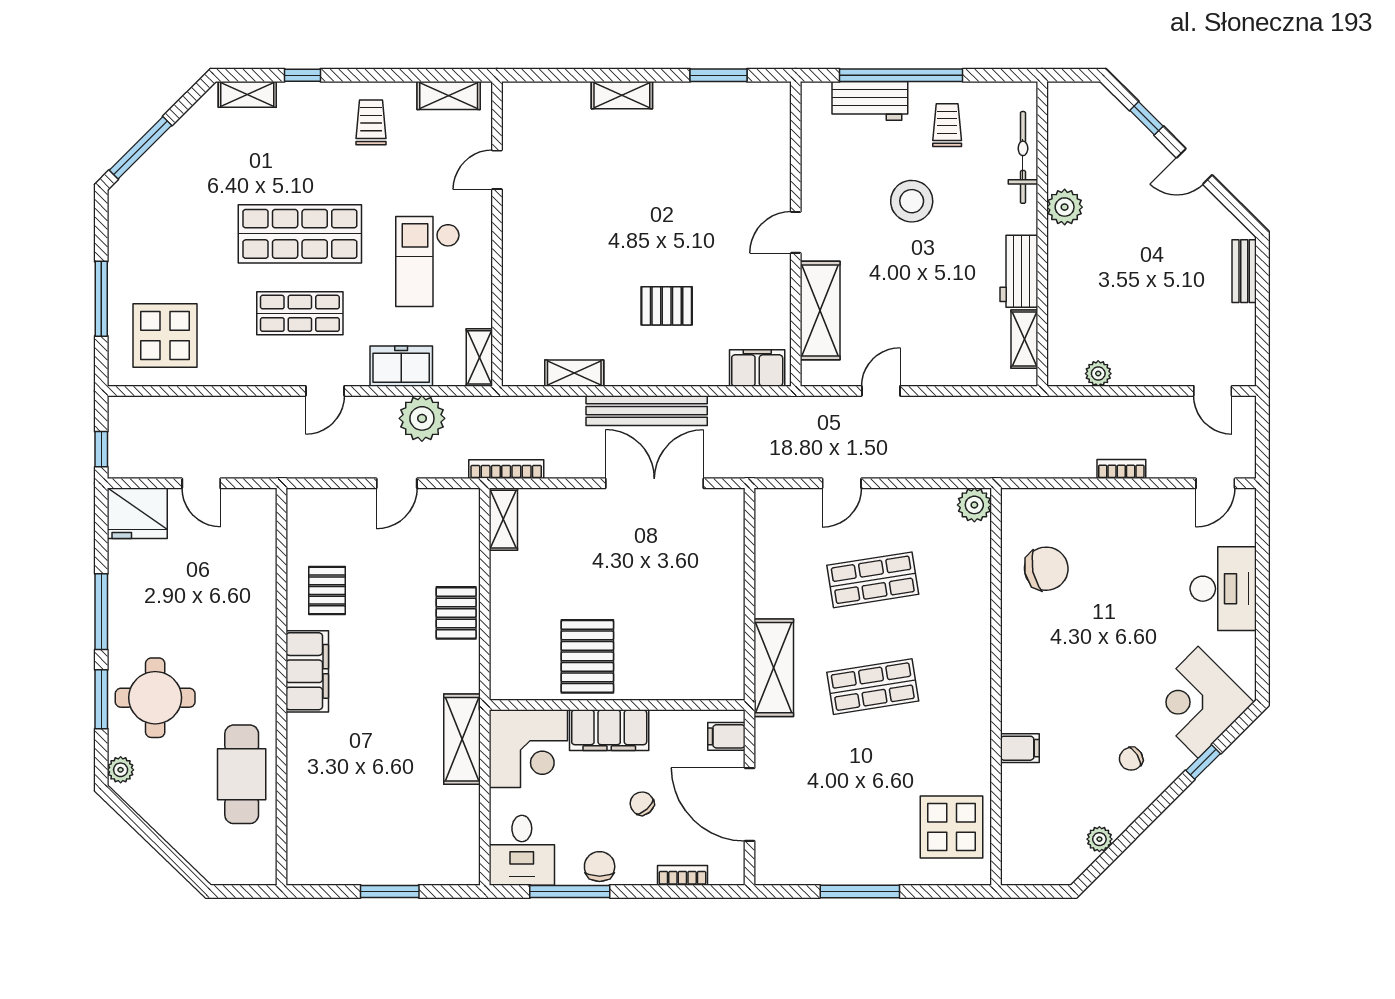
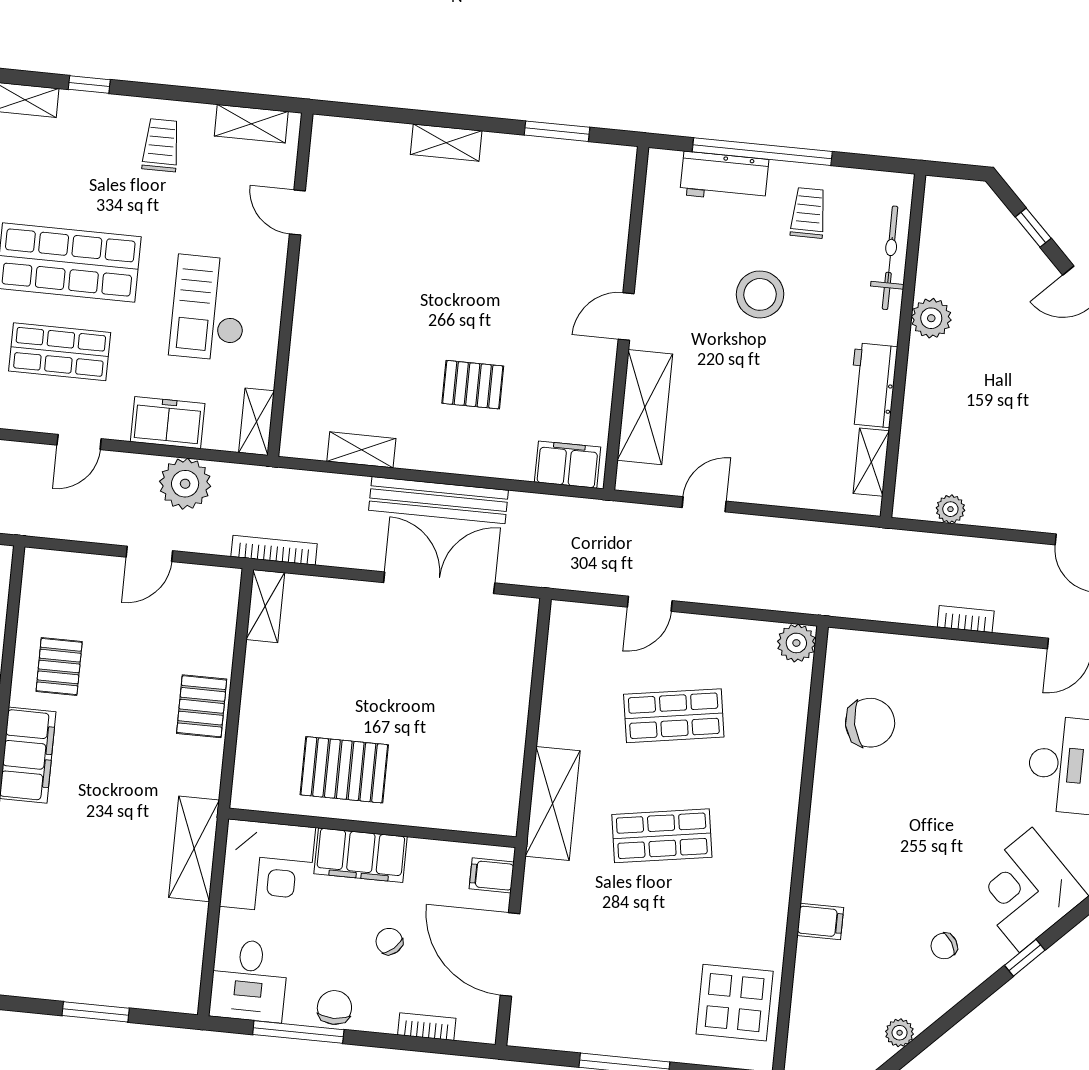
door: (497, 170) -> (297, 213), hinge flipped
pallet: (587, 656) -> (344, 770), turned 90

